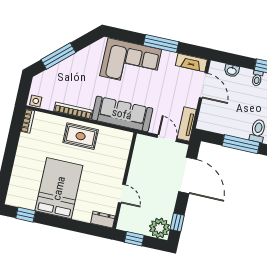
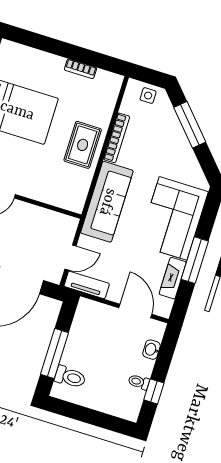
fireplace: (191, 63) -> (173, 278), moved
door: (203, 85) -> (135, 311), swing flipped
side table: (36, 101) -> (148, 96), moved
bookcase: (28, 121) -> (81, 69), moved

